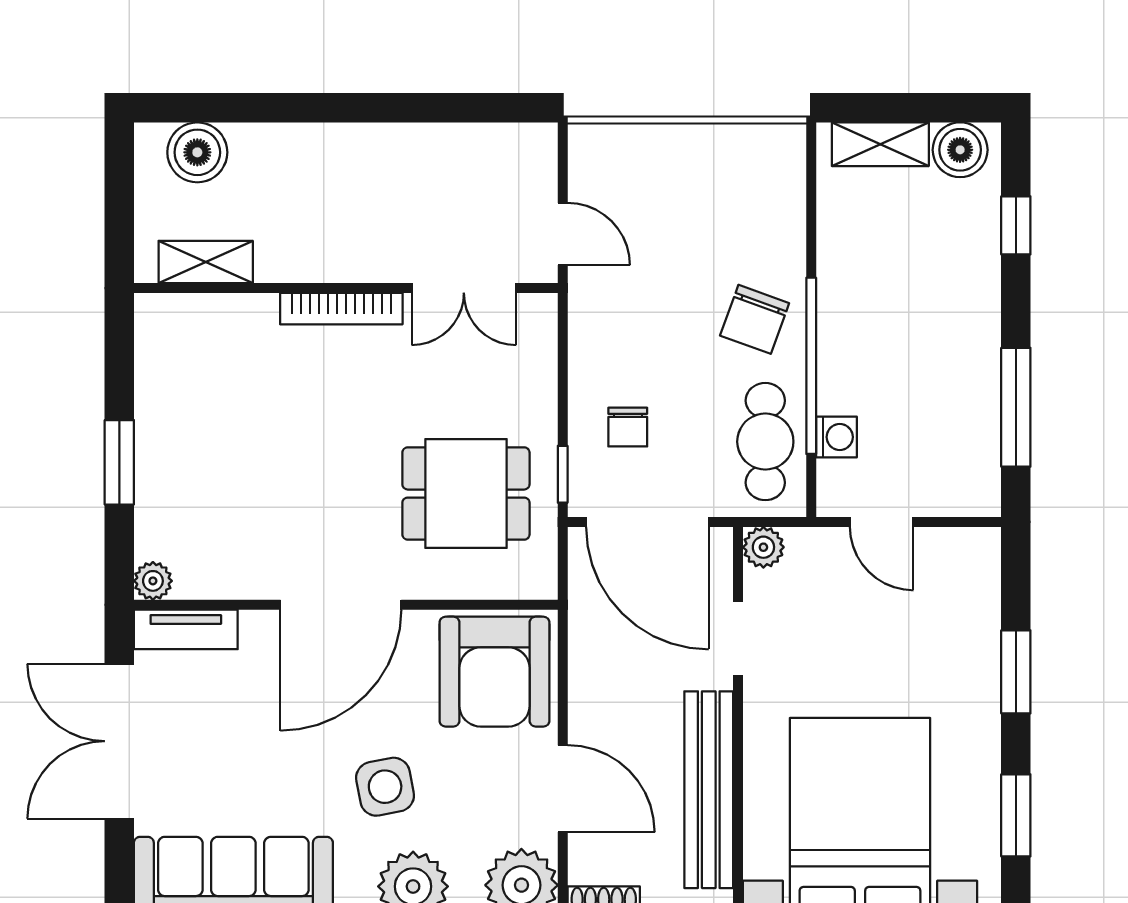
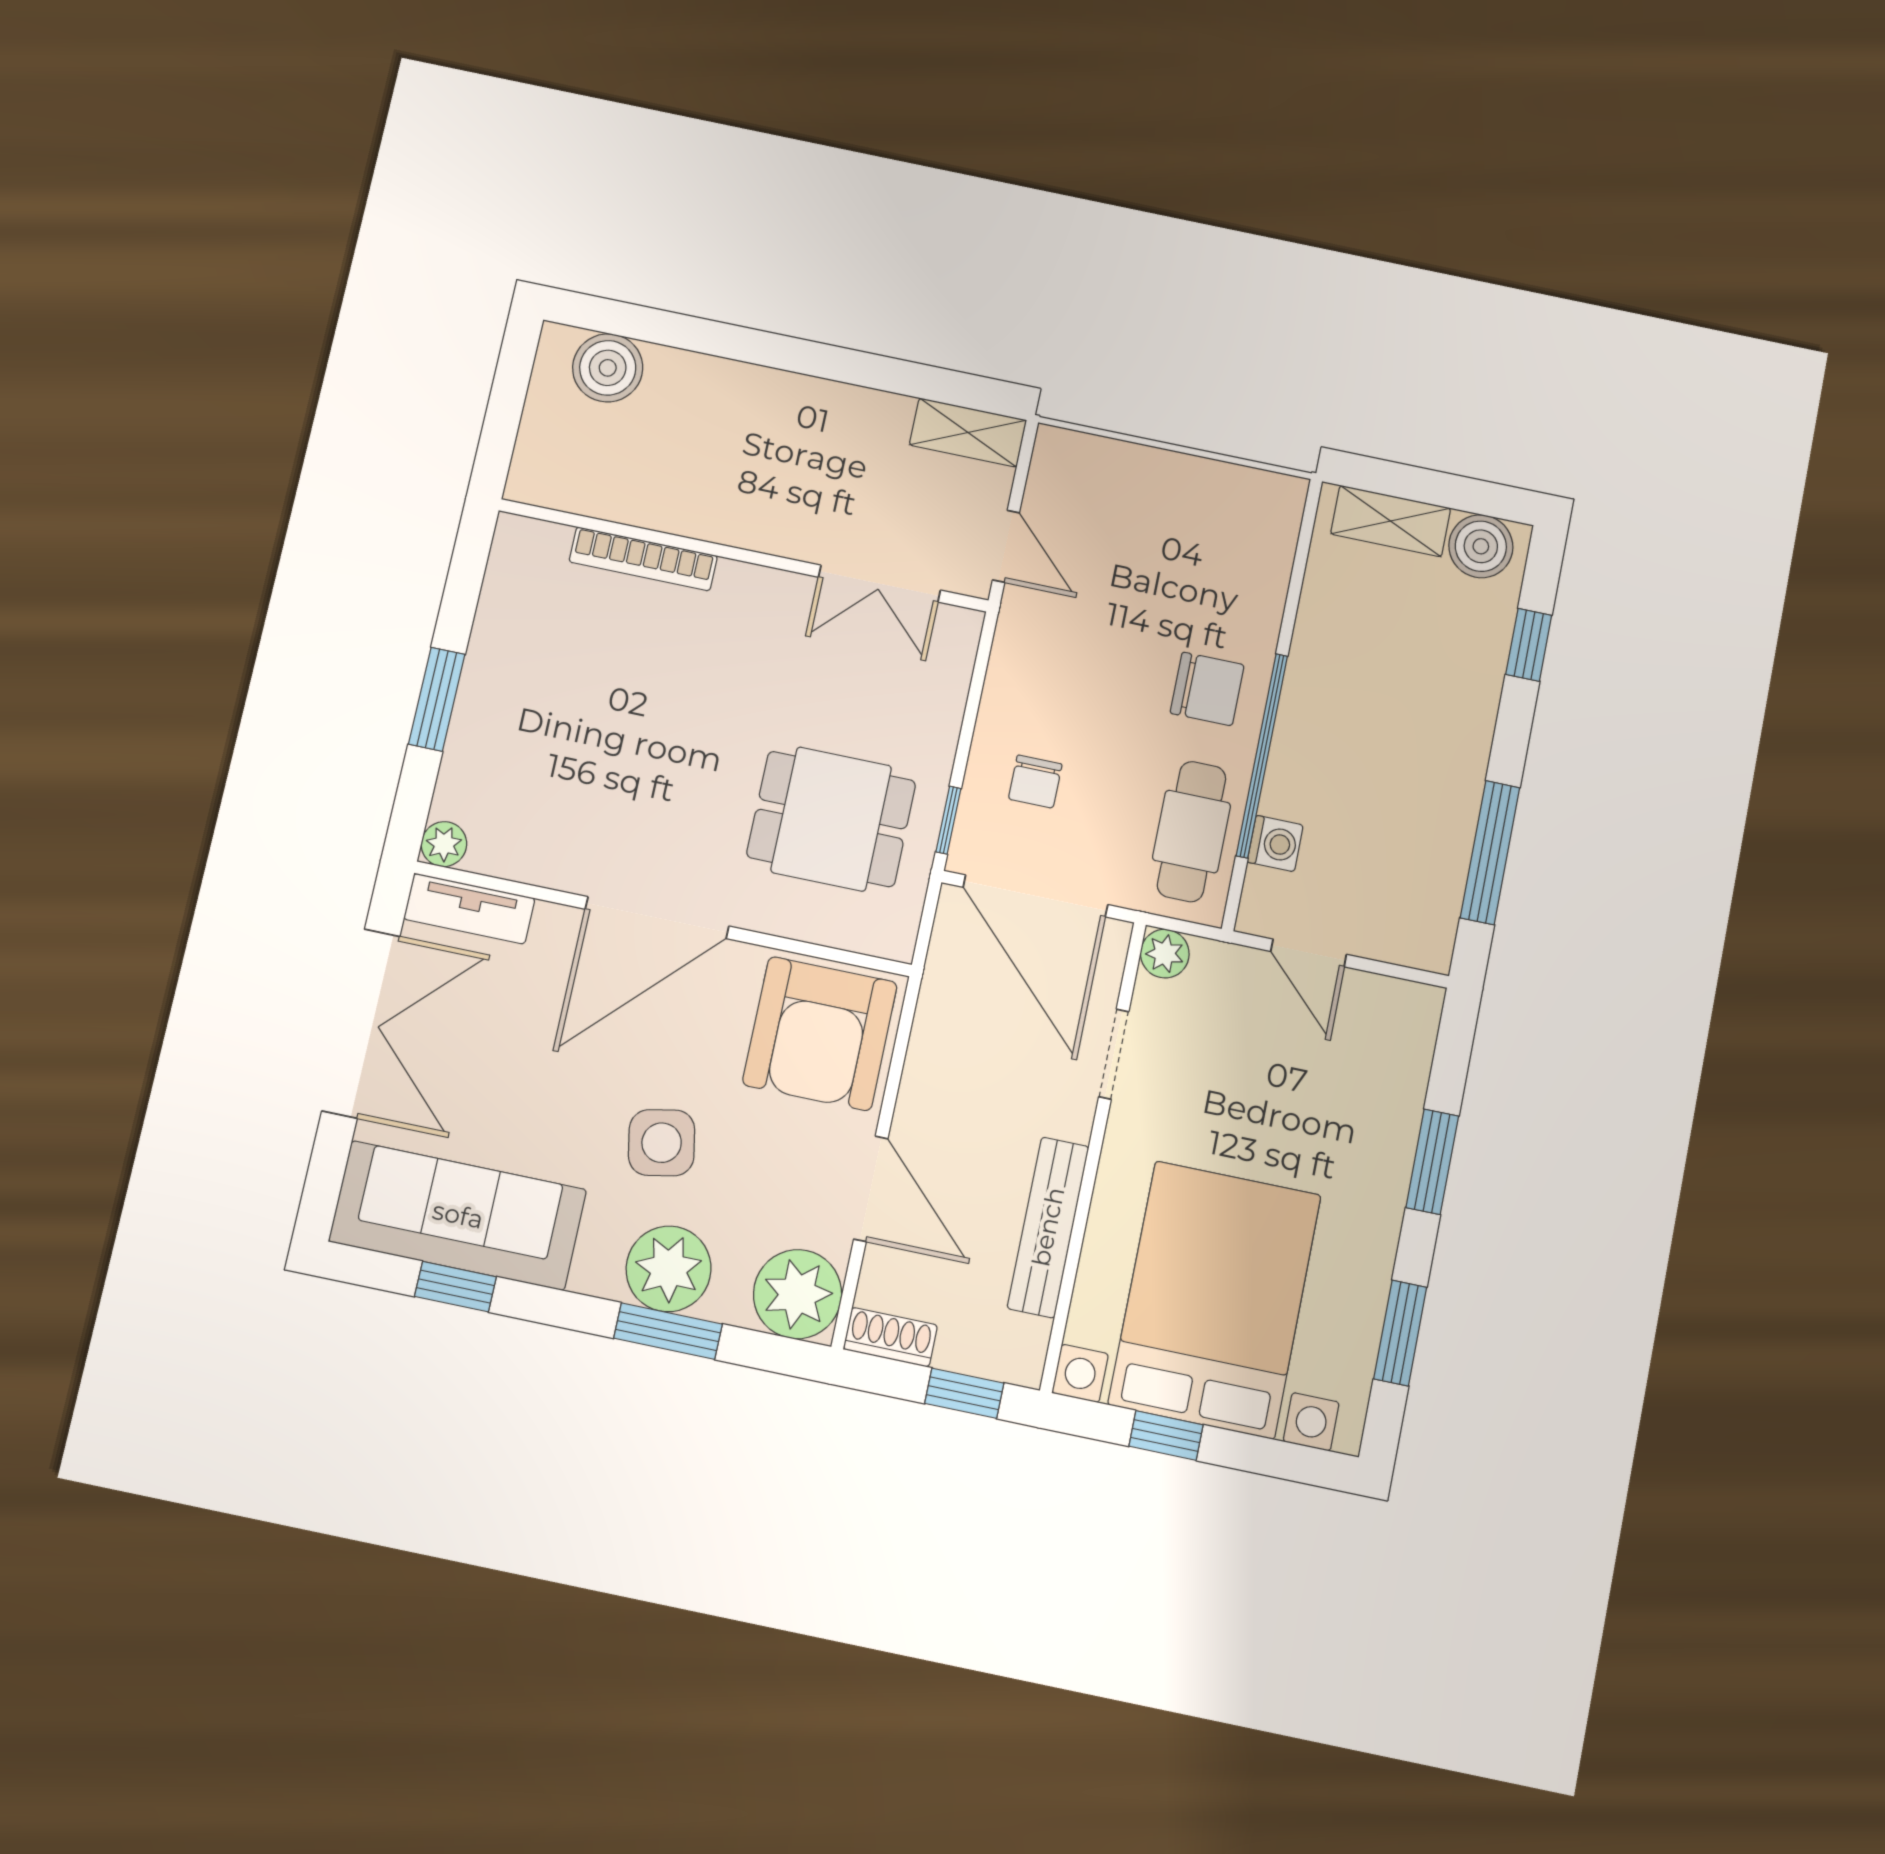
shelving: (206, 262) -> (968, 432), moved
bookcase: (341, 309) -> (643, 559), moved
chair: (755, 319) -> (1207, 689), turned -110
double door: (119, 741) -> (361, 1023), swing flipped
bench: (709, 790) -> (1048, 1227), width x0.73, depth x0.82

